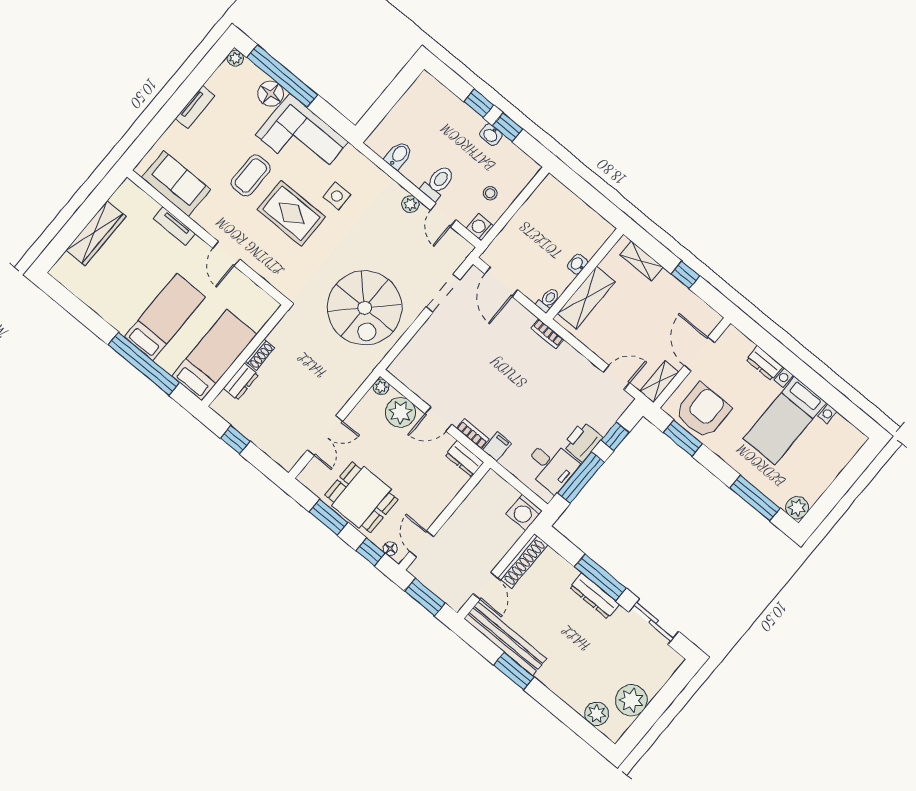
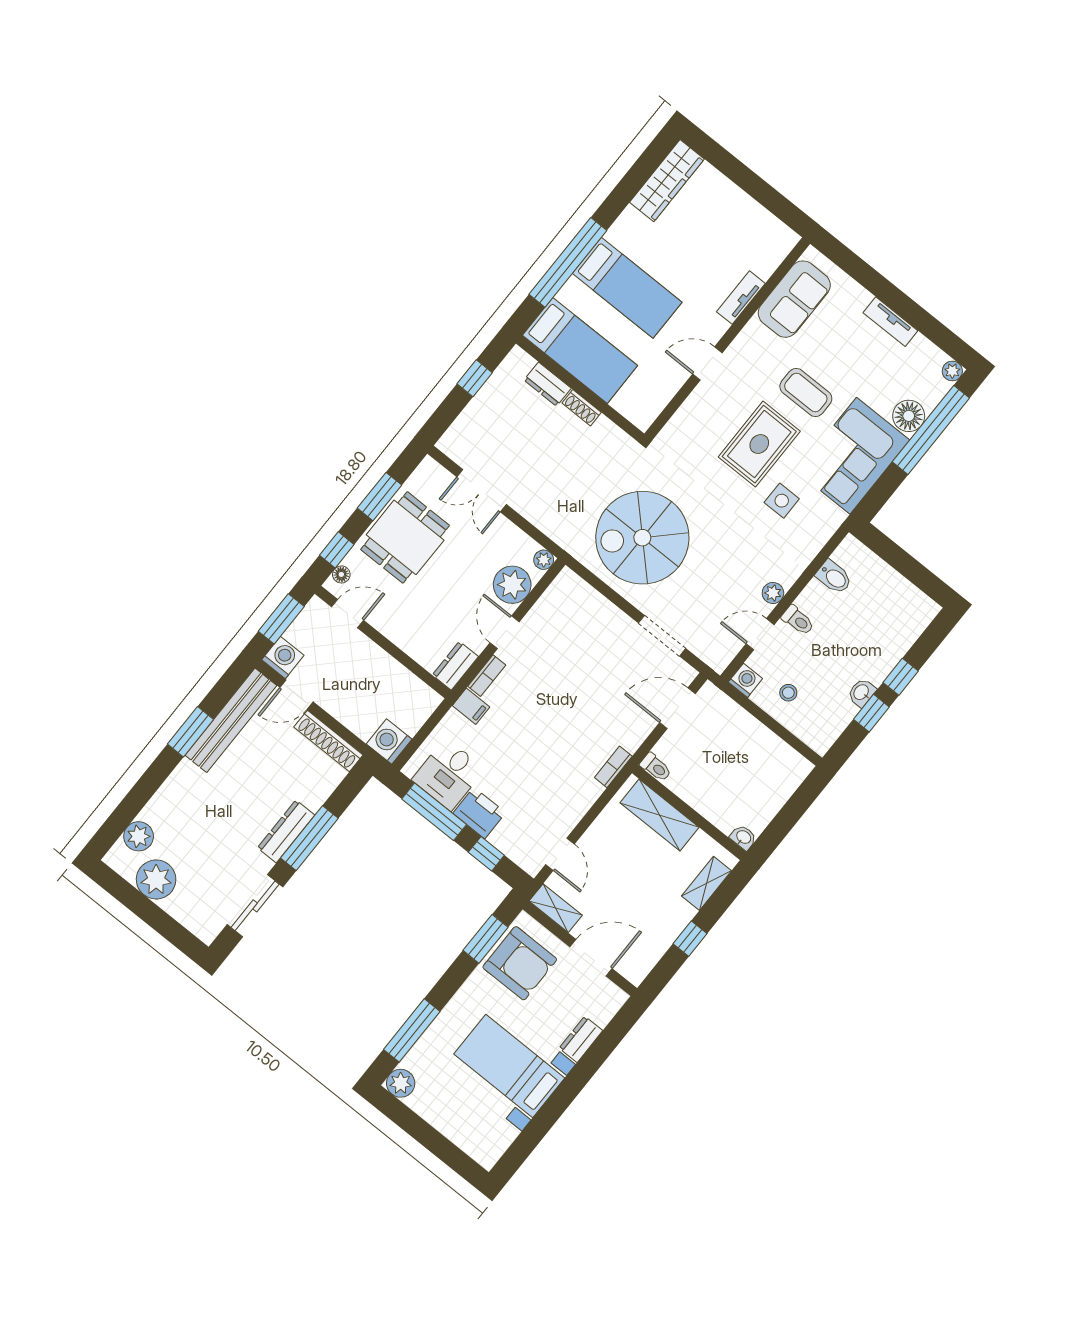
toilet: (438, 183) -> (798, 620), width x0.73, depth x0.72
wardrobe: (96, 233) -> (667, 181), moved, turned -90
washbasin: (578, 264) -> (743, 837), moved
washing machine: (456, 596) -> (283, 658), added

